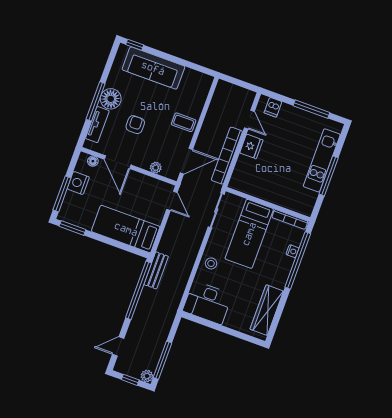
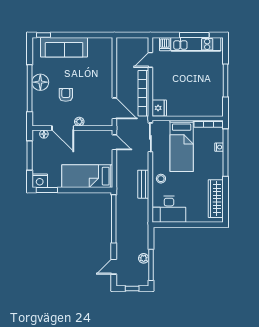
window: (96, 101) -> (30, 88), width x1.46
door: (249, 120) -> (150, 60), swing flipped
coffee table: (184, 122) -> (102, 80), removed
tv unit: (97, 125) -> (37, 105), removed
fridge: (251, 146) -> (159, 108), moved
kitchen unit: (322, 160) -> (196, 44), moved, turned -90
door: (186, 161) -> (114, 108), hinge flipped
plant: (156, 168) -> (79, 122), moved
nightstand: (78, 183) -> (40, 181), moved, turned -90
window: (62, 194) -> (30, 155), moved
bench: (156, 270) -> (143, 184), moved
plant: (147, 376) -> (144, 258), moved

